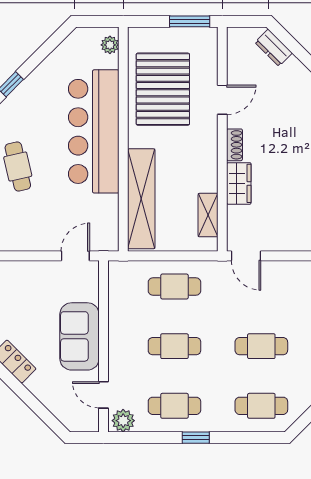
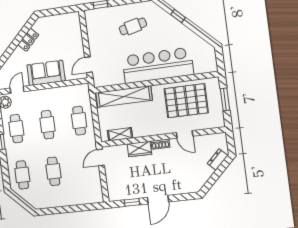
window: (190, 21) -> (225, 99), moved
plant: (110, 45) -> (207, 68), removed
door: (75, 256) -> (88, 65), swing flipped

